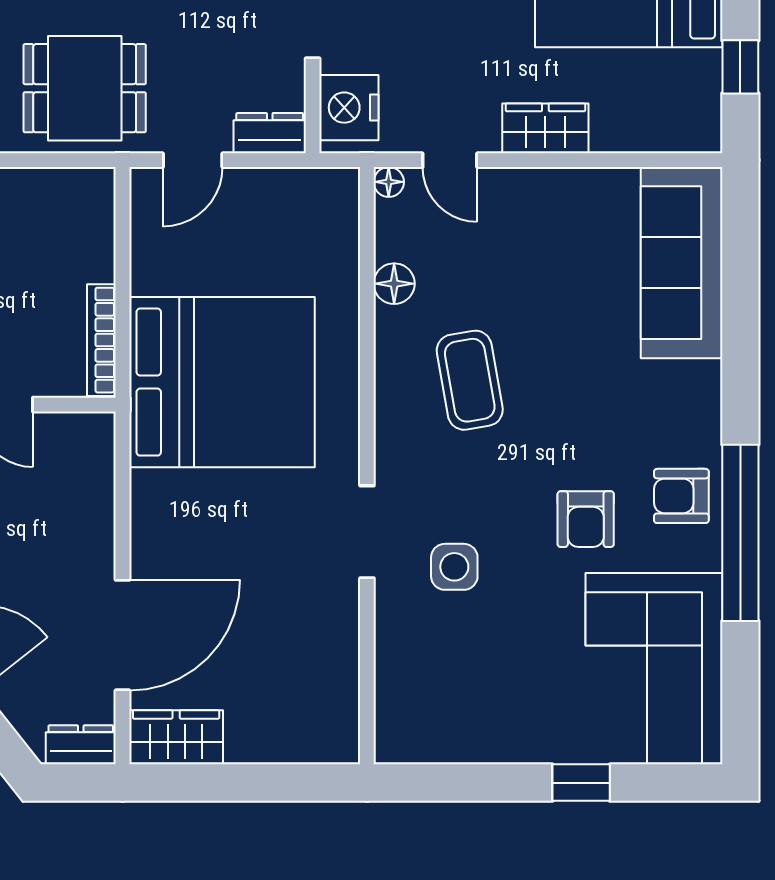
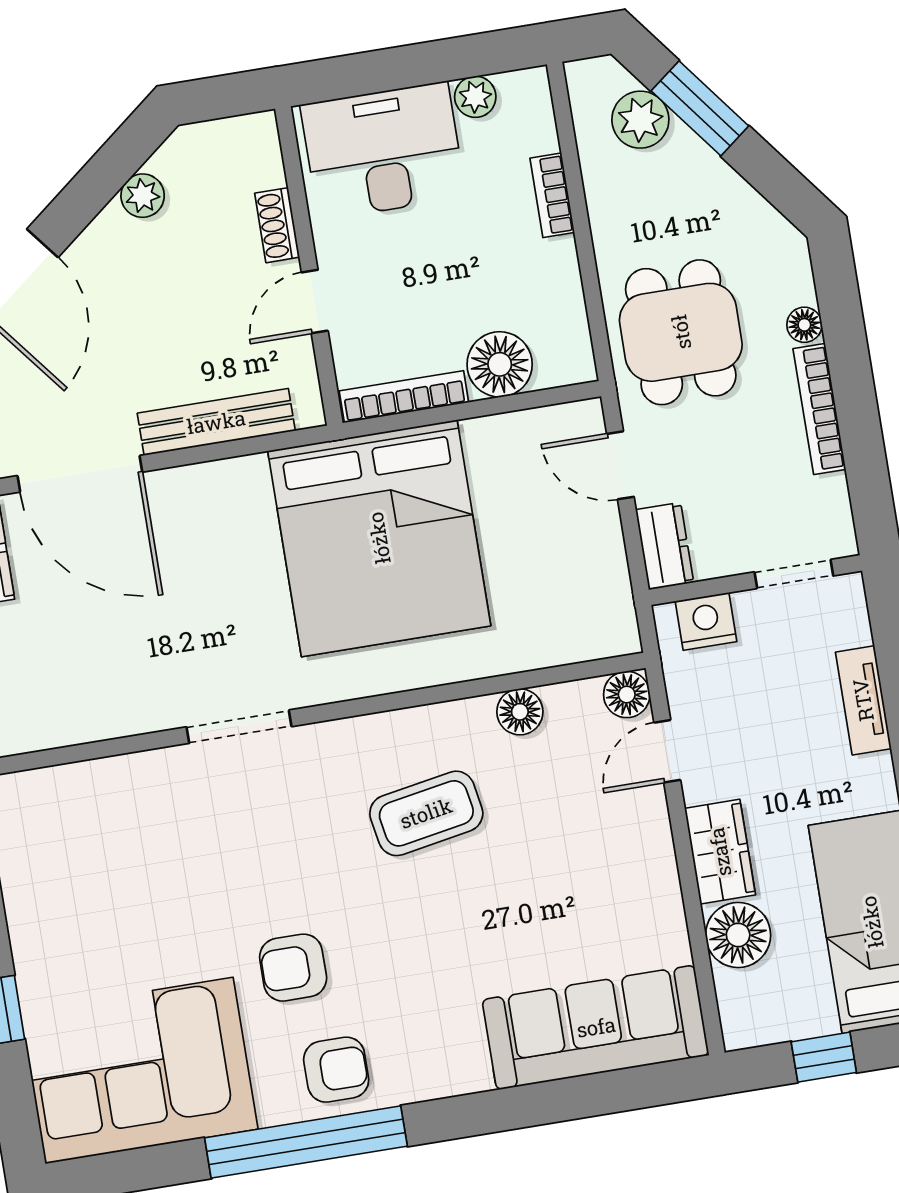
nightstand: (349, 108) -> (706, 621), width x0.74, depth x0.75
floor lamp: (621, 124) -> (738, 935), added
floor lamp: (389, 182) -> (627, 695), width x1.37, depth x1.37
floor lamp: (87, 252) -> (500, 364), added
armchair: (681, 496) -> (336, 1070), turned 90
bench: (97, 508) -> (216, 422), added
side table: (454, 567) -> (216, 830), removed

